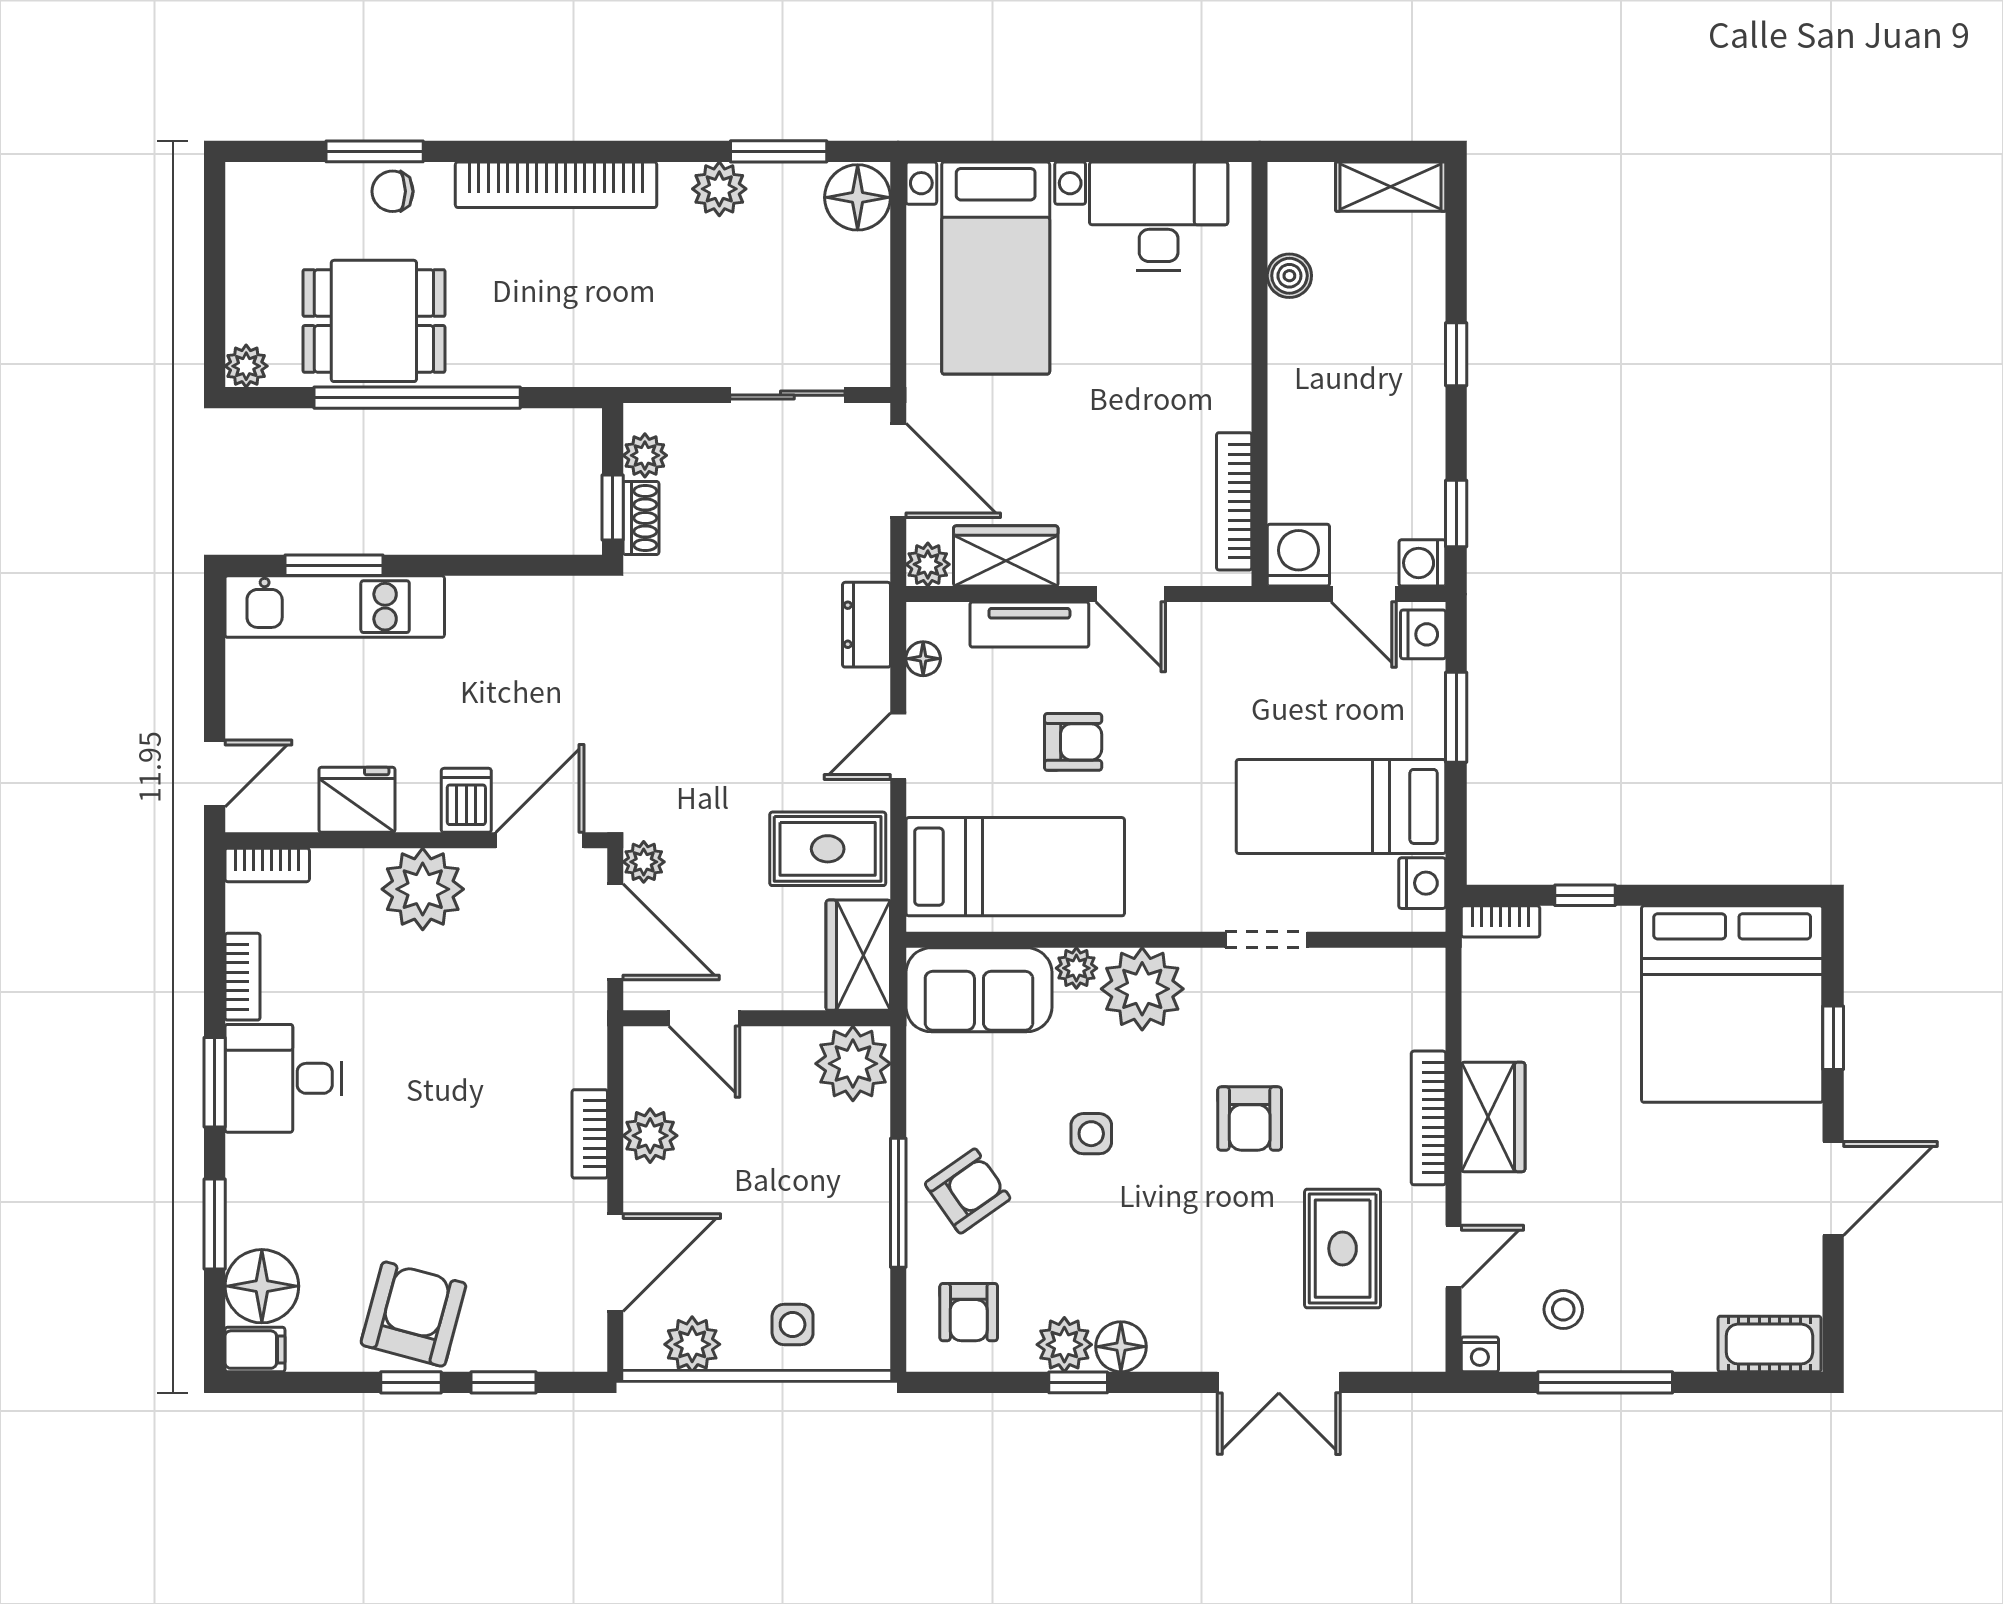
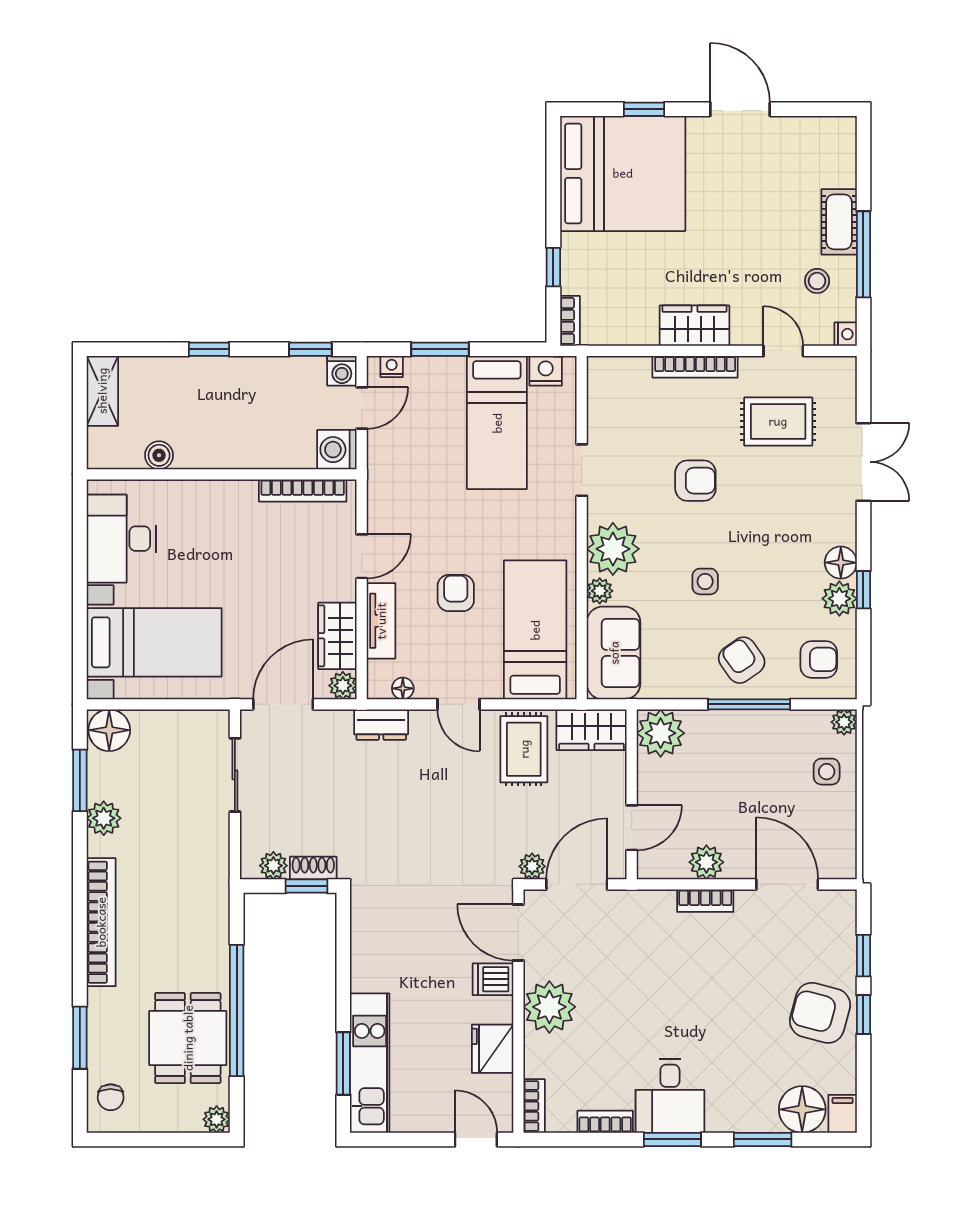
chair: (393, 191) -> (111, 1097), moved
nightstand: (1423, 634) -> (392, 366), width x0.72, depth x0.74
plant: (692, 1344) -> (844, 722), moved, width x0.73, depth x0.73
cot: (1769, 1344) -> (839, 222), moved

